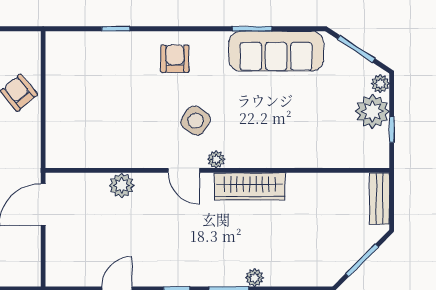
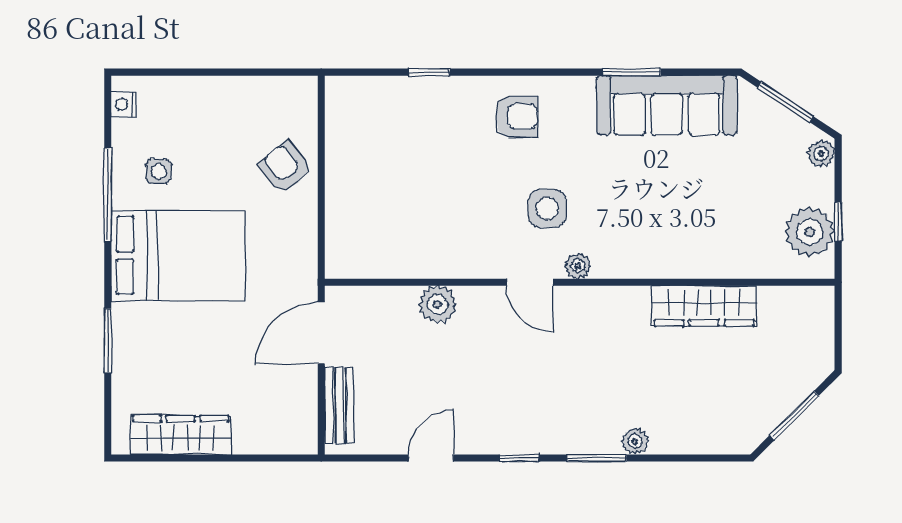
armchair: (175, 59) -> (517, 117), turned 90
plant: (372, 112) -> (809, 232), moved
side table: (196, 121) -> (547, 208), turned -34
wardrobe: (250, 186) -> (704, 306), moved
bench: (379, 199) -> (339, 405), moved

